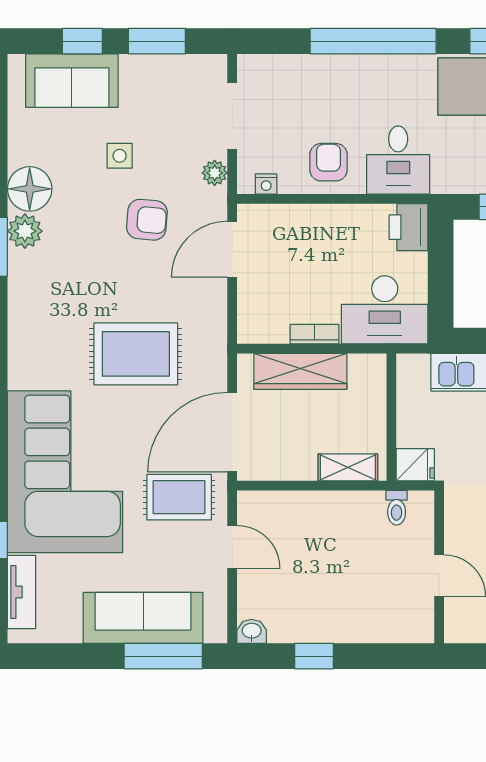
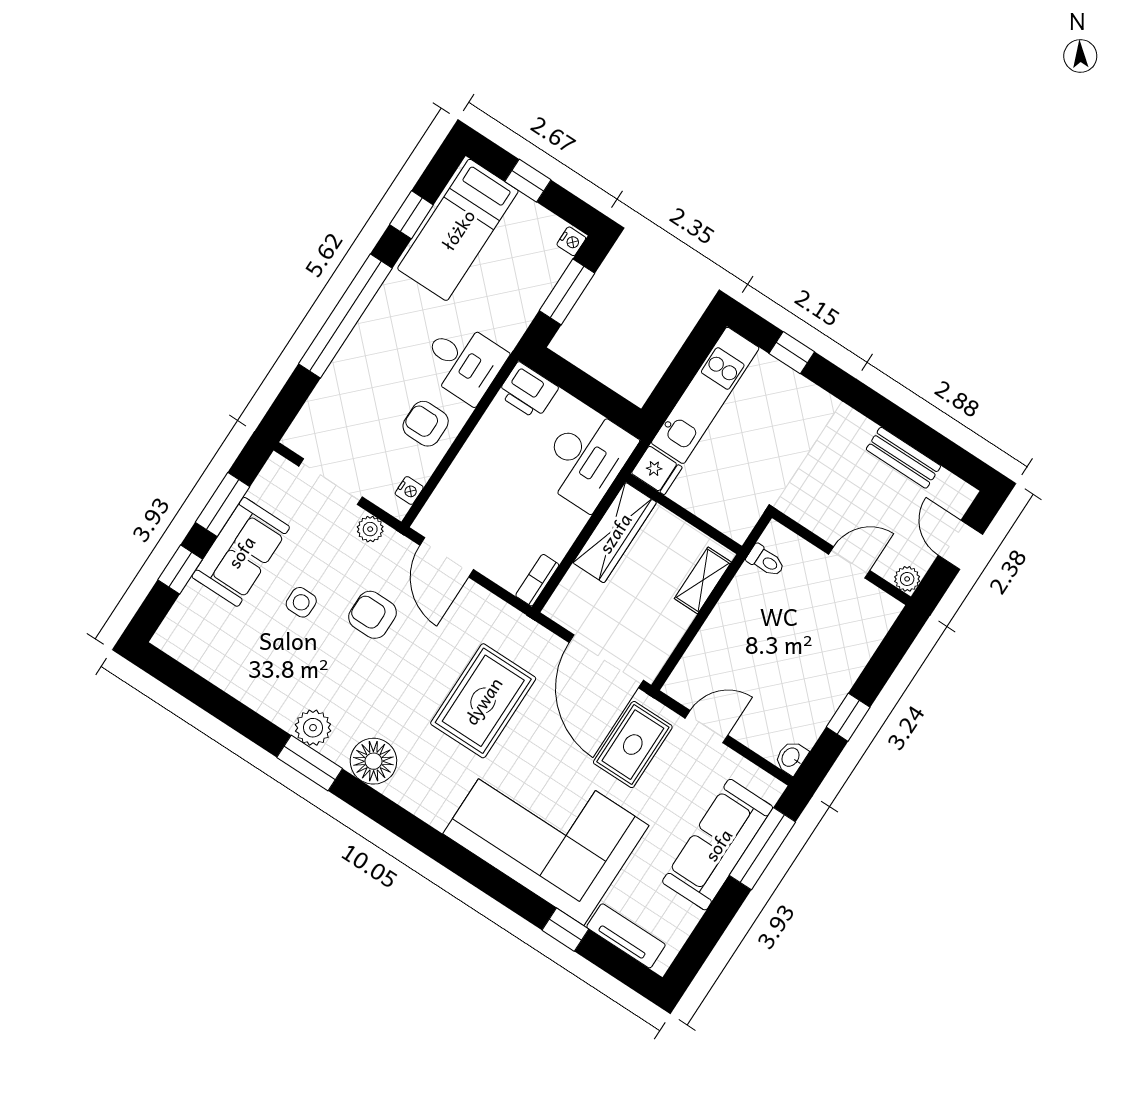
sofa: (72, 81) -> (241, 552), moved
floor lamp: (30, 189) -> (373, 761), moved
armchair: (147, 220) -> (372, 615), turned -95
bookcase: (314, 334) -> (537, 580), moved
wardrobe: (300, 371) -> (615, 533), moved
fridge: (415, 465) -> (657, 470), moved, turned 90
plant: (456, 631) -> (907, 579), added

